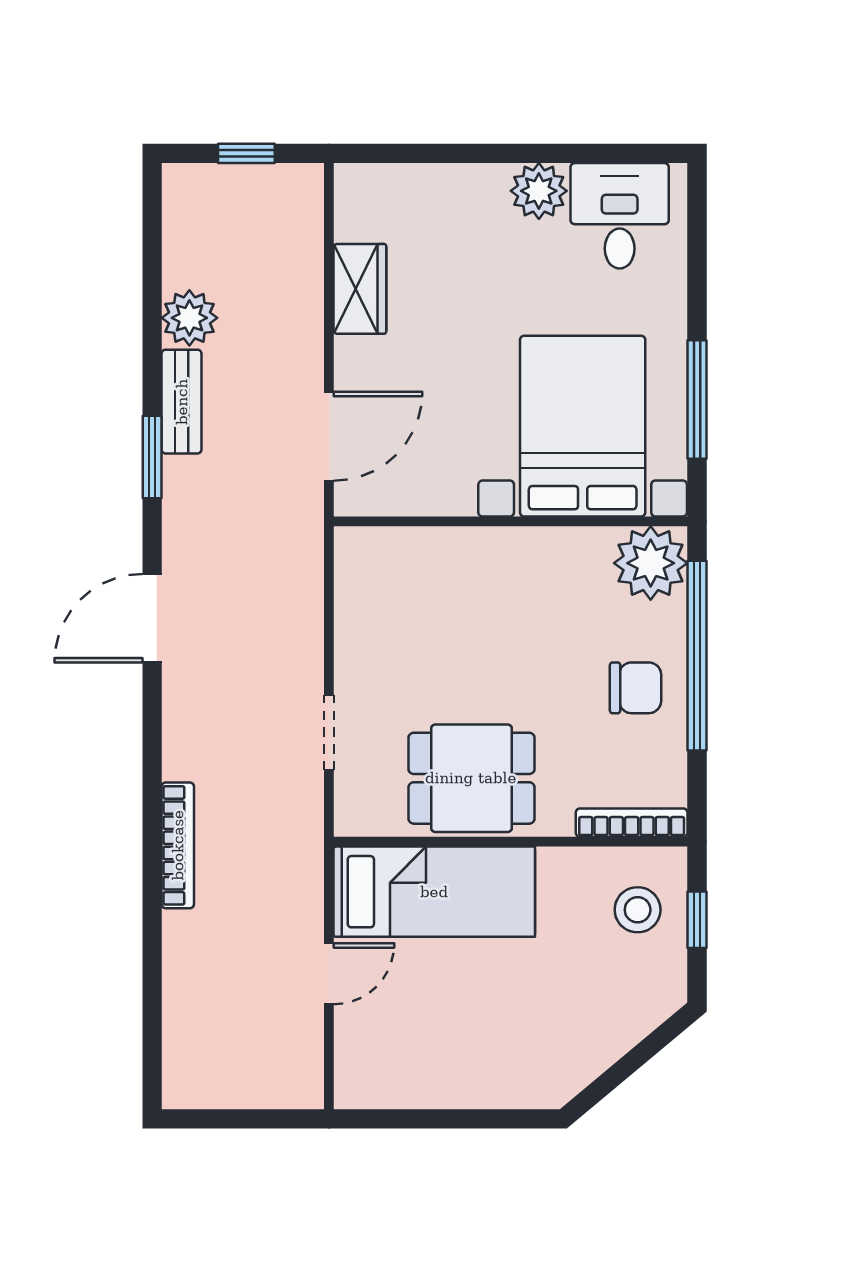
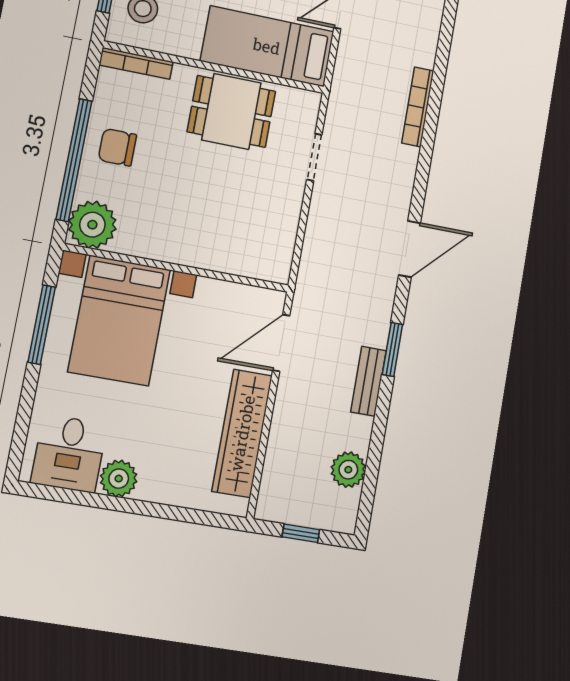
wardrobe: (360, 289) -> (242, 433), width x2.10, depth x1.17
plant: (189, 318) -> (348, 470), moved

